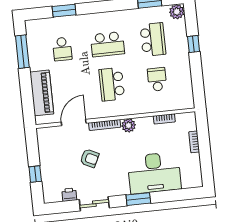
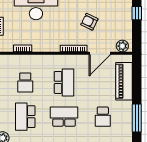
school desk: (62, 49) -> (103, 117), turned 180
plant: (129, 125) -> (122, 46), moved

